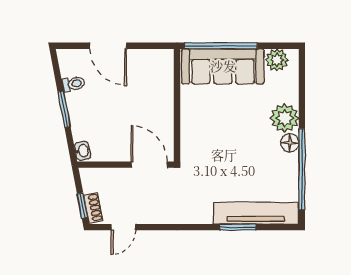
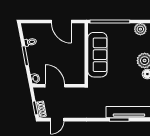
door: (108, 46) -> (61, 21), moved
sofa: (223, 66) -> (97, 55), moved, turned -90
door: (149, 165) -> (55, 86), moved

